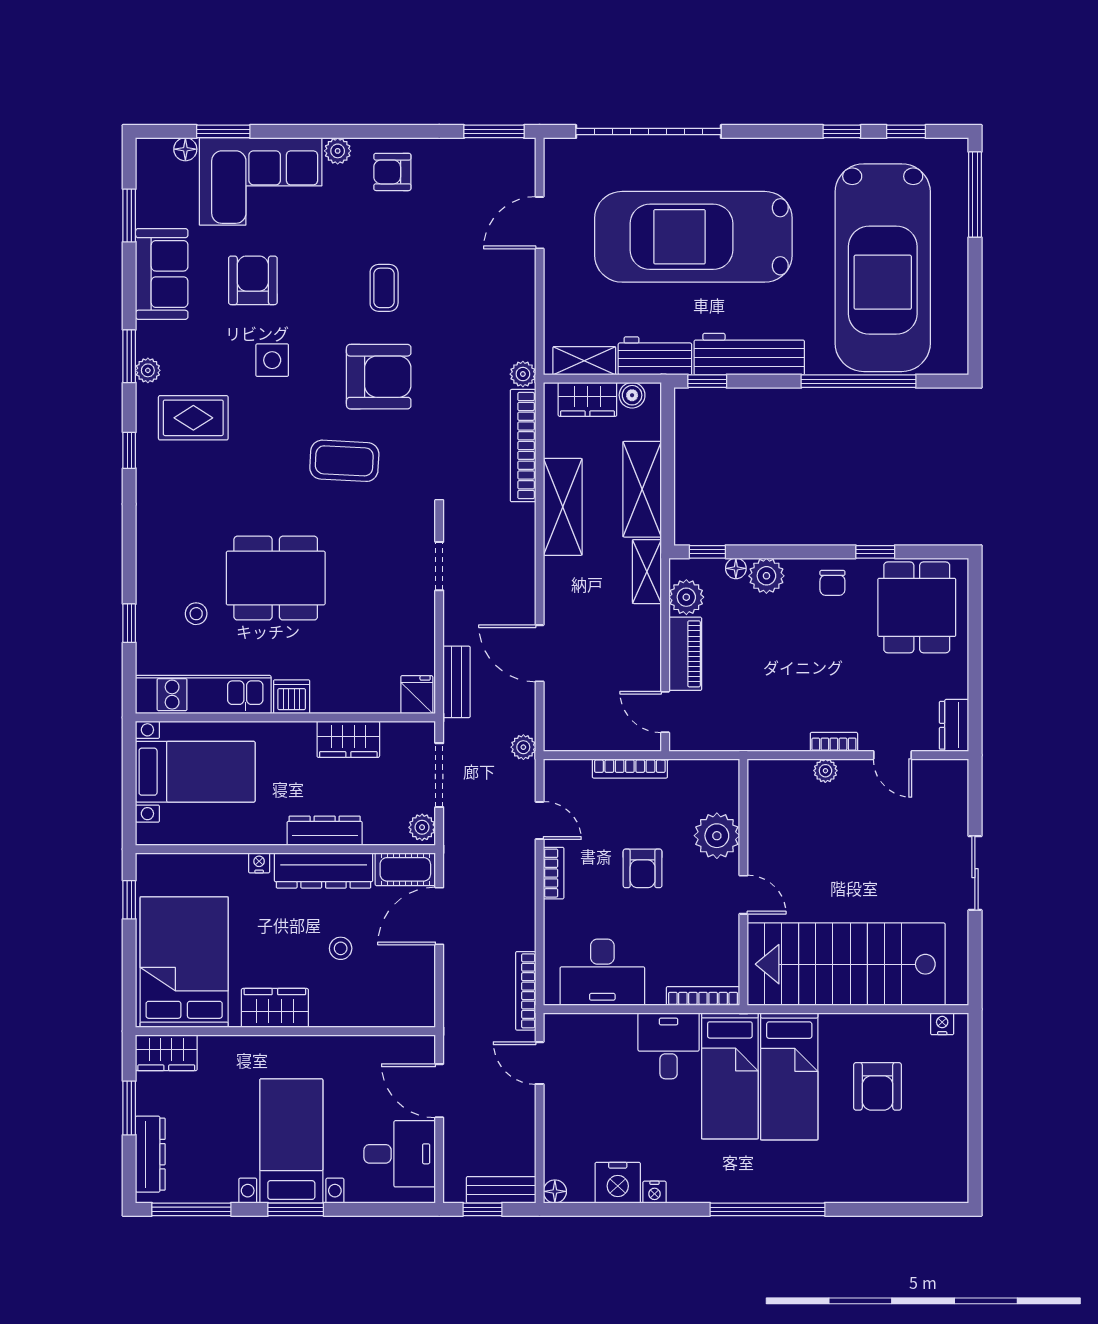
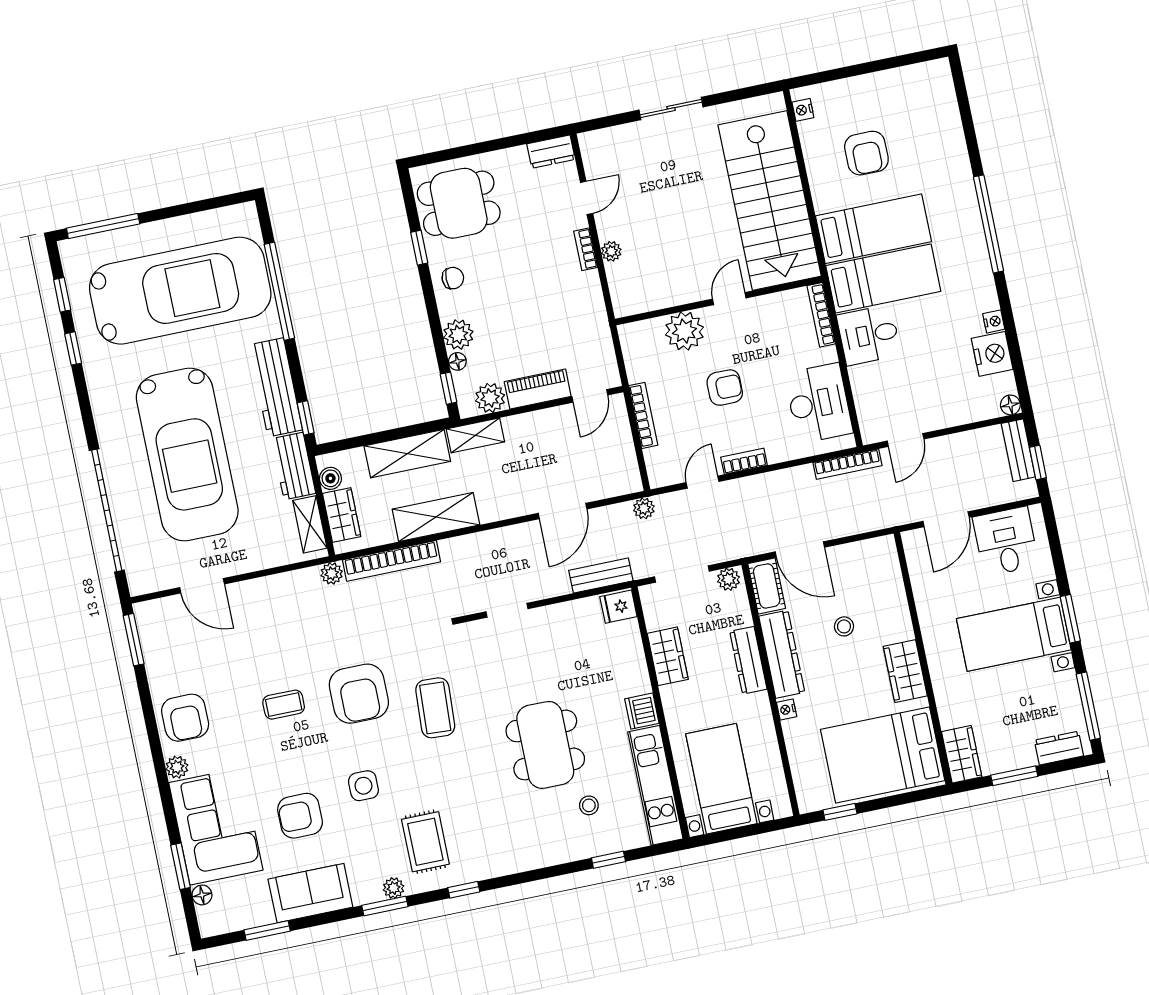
armchair: (392, 172) -> (185, 718), width x1.38, depth x1.38
armchair: (379, 377) -> (359, 694), turned 180
armchair: (878, 1086) -> (866, 153), turned 90
dresser: (150, 1154) -> (1059, 748), width x0.70

